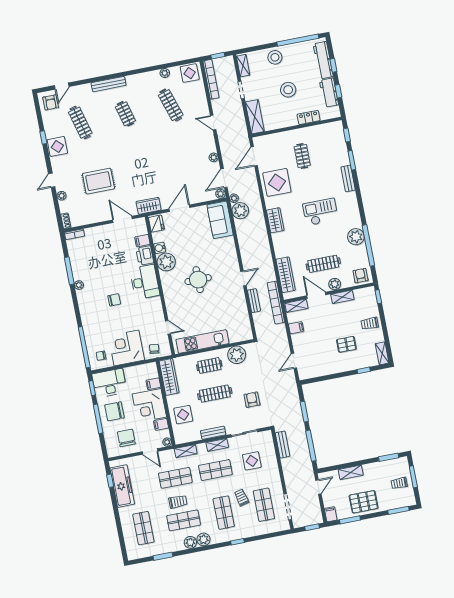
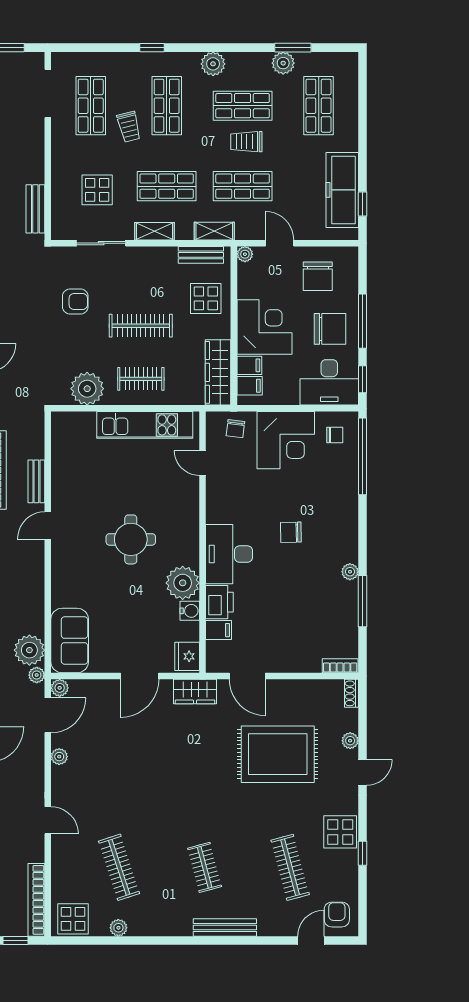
rug: (98, 181) -> (278, 754), width x1.37, depth x1.44
armchair: (252, 400) -> (75, 301), turned -90
filing cabinet: (161, 424) -> (250, 386), moved
bench: (213, 433) -> (201, 255), moved
plant: (190, 542) -> (283, 63), moved

